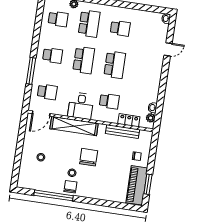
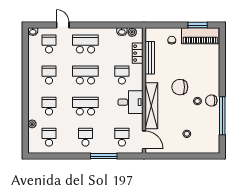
school desk: (89, 24) -> (49, 106), width x0.54
school desk: (151, 33) -> (49, 44), added
school desk: (146, 69) -> (85, 44), added

